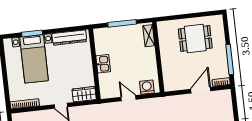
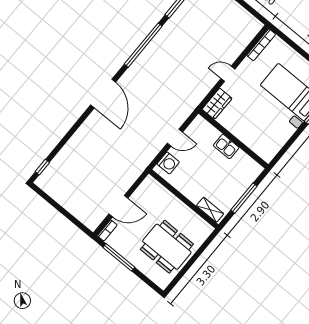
dresser: (69, 38) -> (278, 141), removed
dining table: (195, 38) -> (167, 247), width x1.37
door: (201, 90) -> (118, 206), hinge flipped

